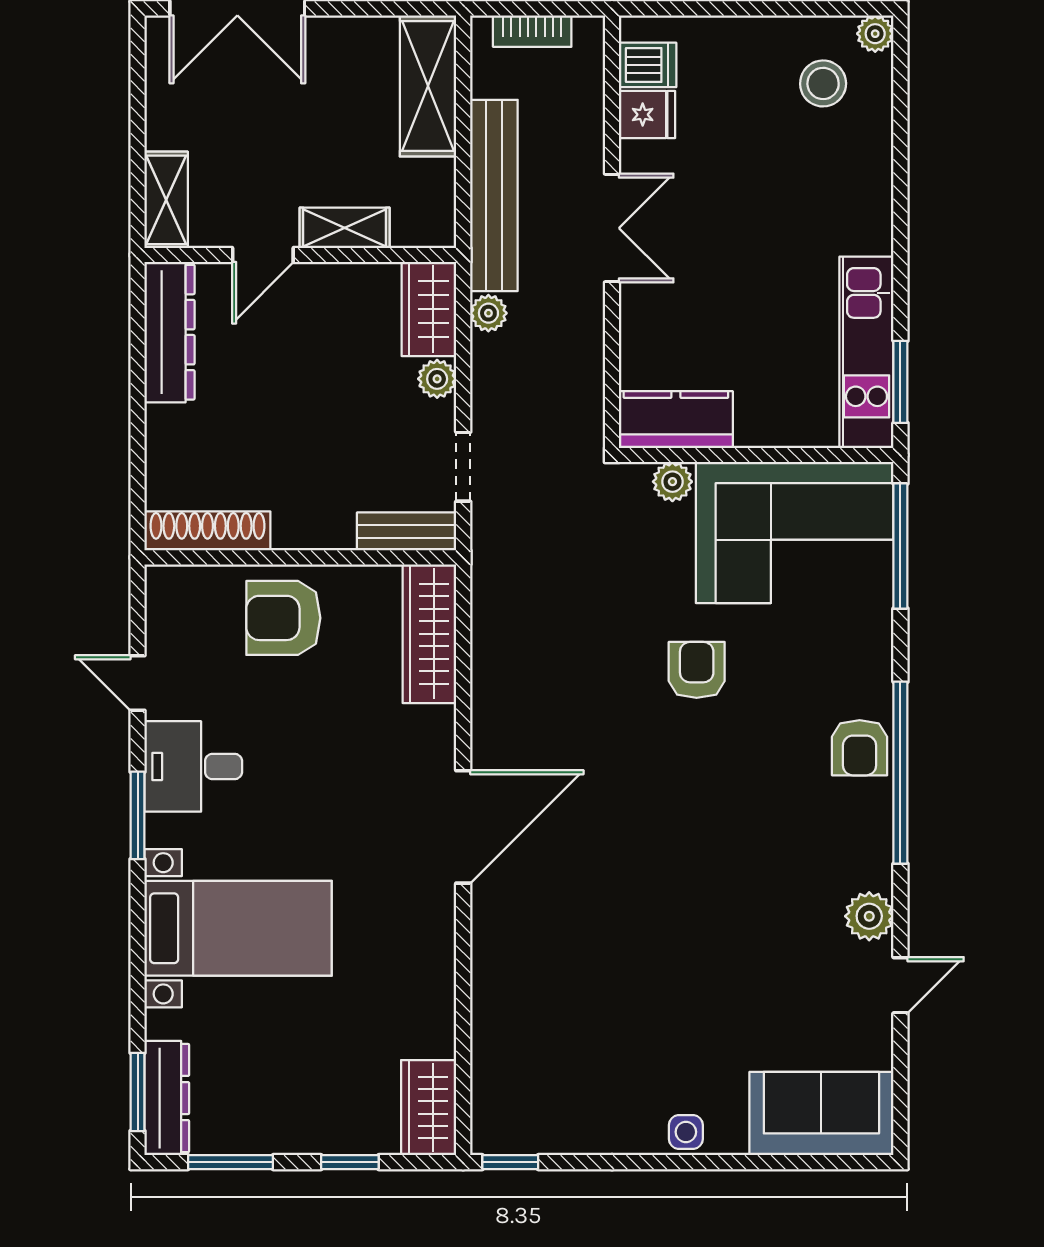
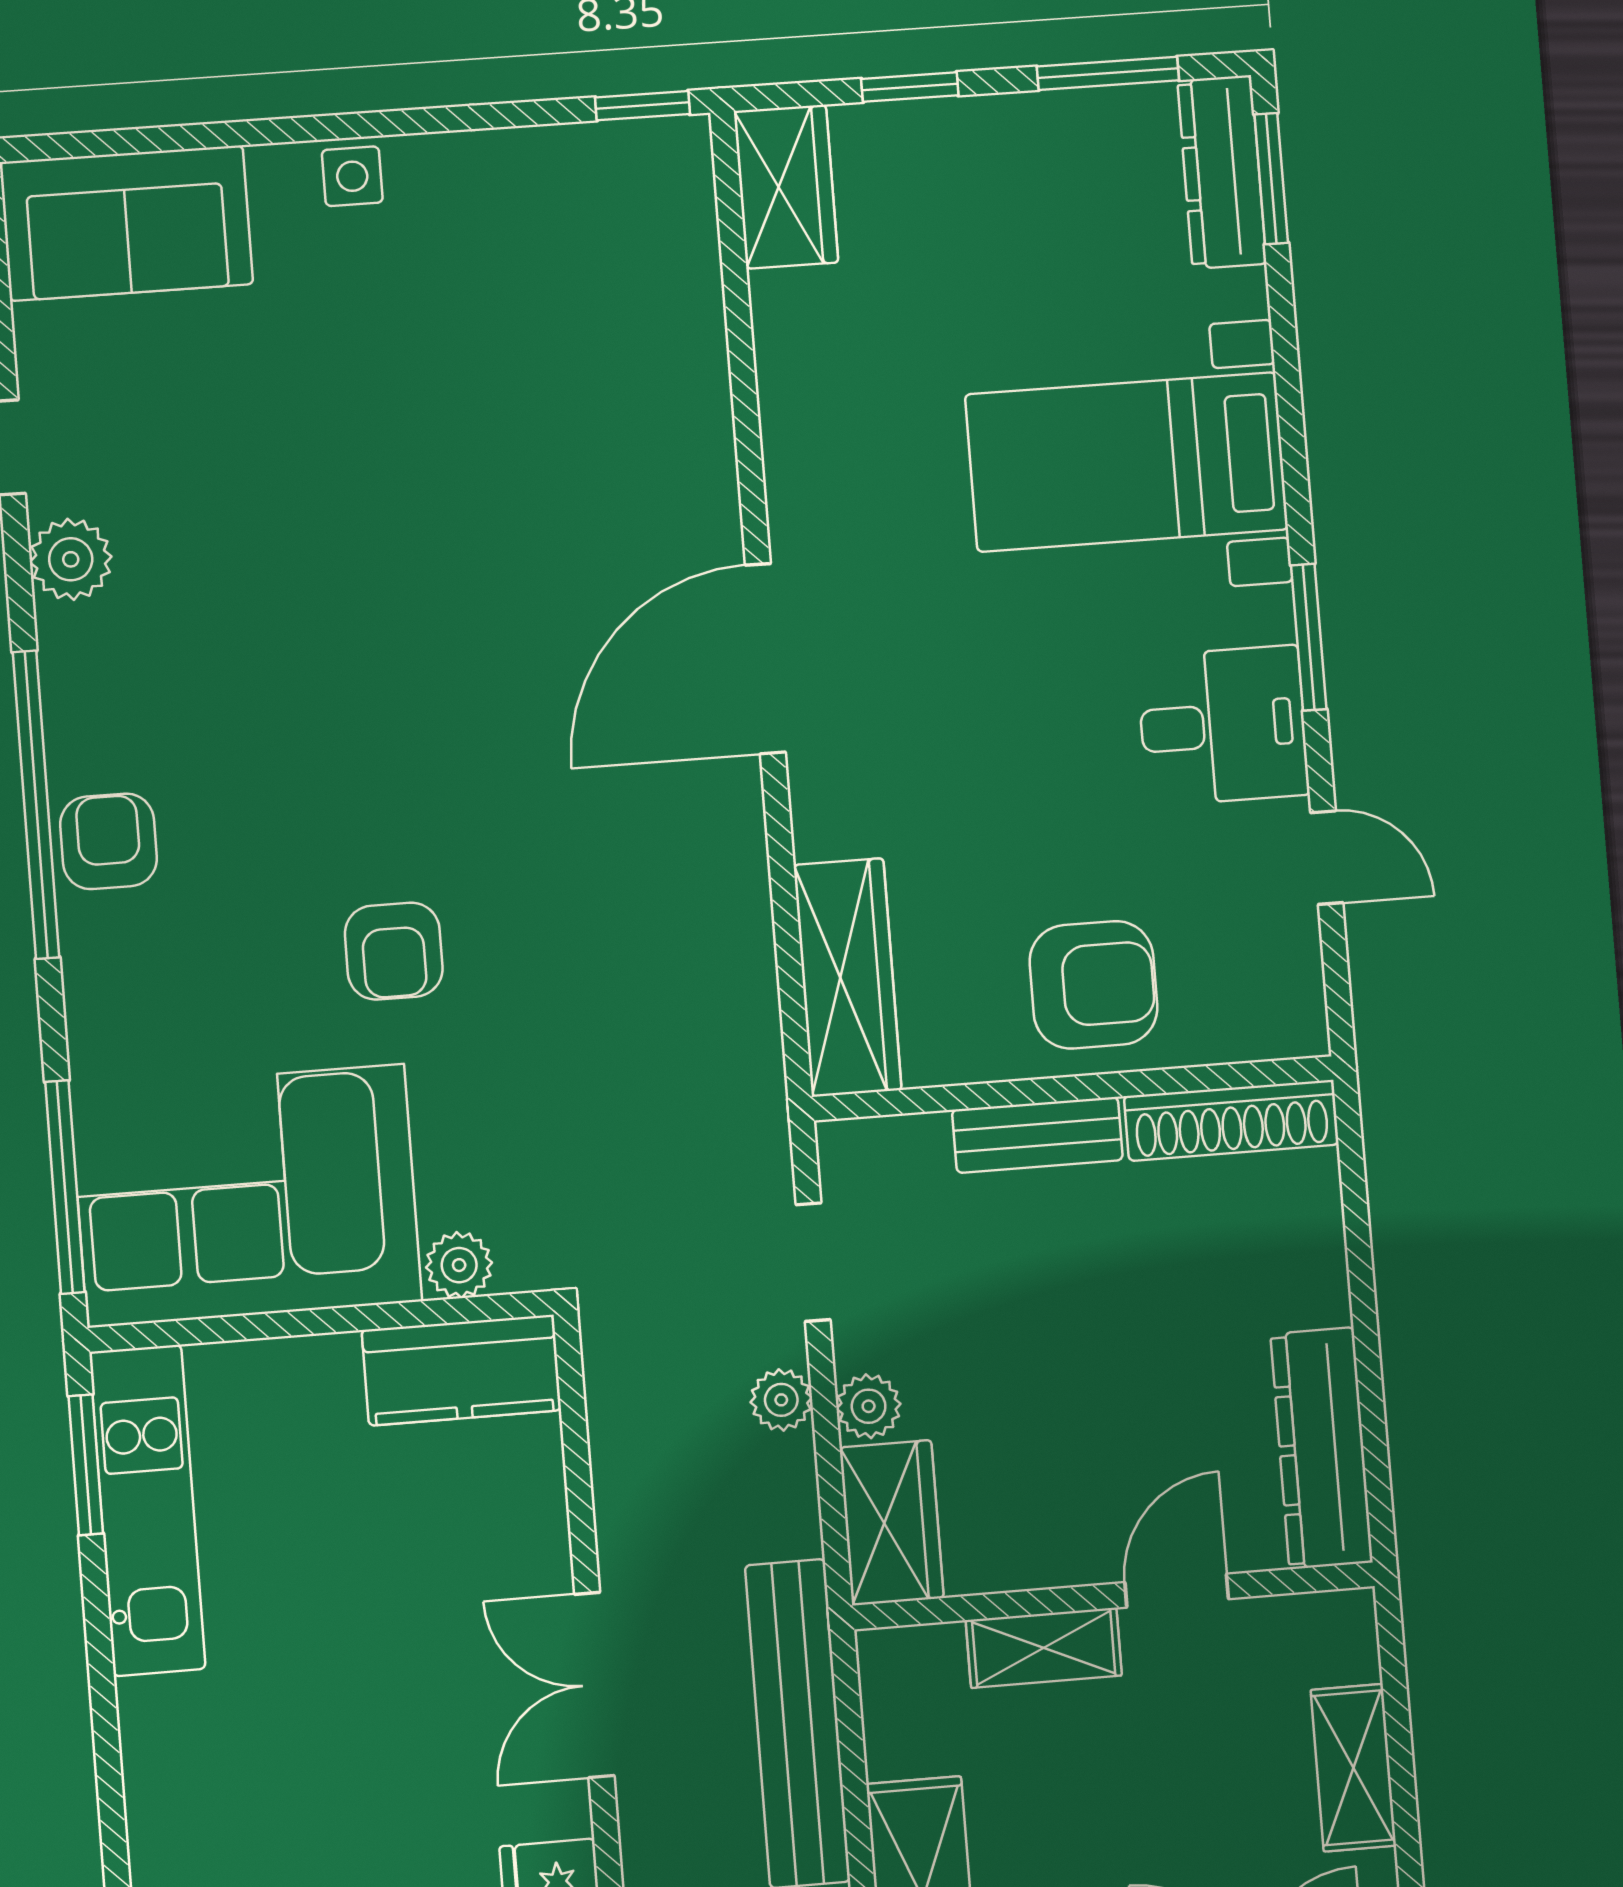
shelving: (166, 200) -> (1353, 1768), moved
plant: (488, 313) -> (781, 1400), moved
bench: (407, 531) -> (1037, 1135), moved

